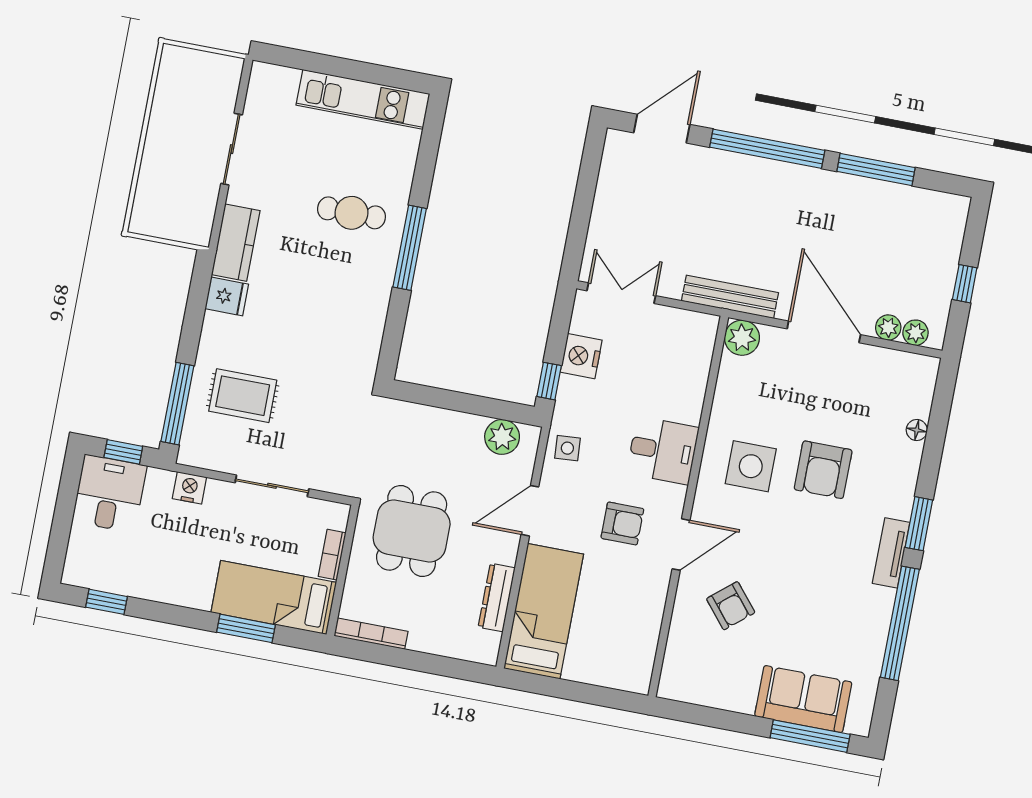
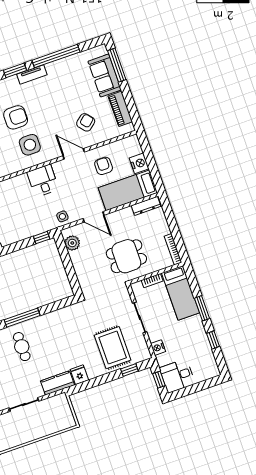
nightstand: (581, 356) -> (139, 163), moved, turned -90
rug: (243, 396) -> (113, 348), width x1.36, depth x1.43
window: (177, 404) -> (129, 370), width x0.46
armchair: (622, 523) -> (104, 166), moved
dresser: (497, 598) -> (146, 206), moved
window: (106, 602) -> (213, 340), moved
window: (246, 628) -> (202, 308), moved
piano: (718, 692) -> (120, 109), added

